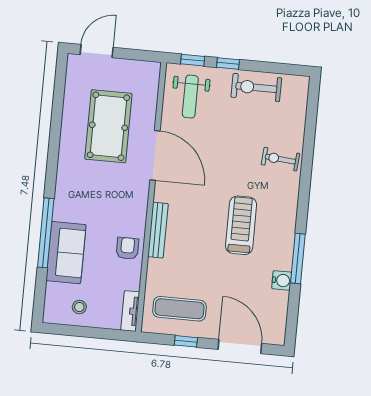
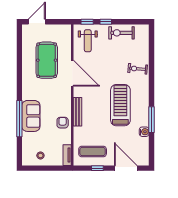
treadmill: (241, 225) -> (120, 105), width x1.37, depth x1.38
sofa: (66, 253) -> (31, 116), moved

